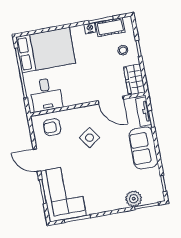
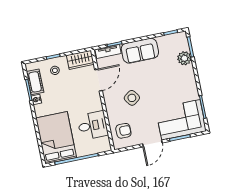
desk: (46, 94) -> (93, 125), moved
armchair: (52, 127) -> (123, 131), turned -90

